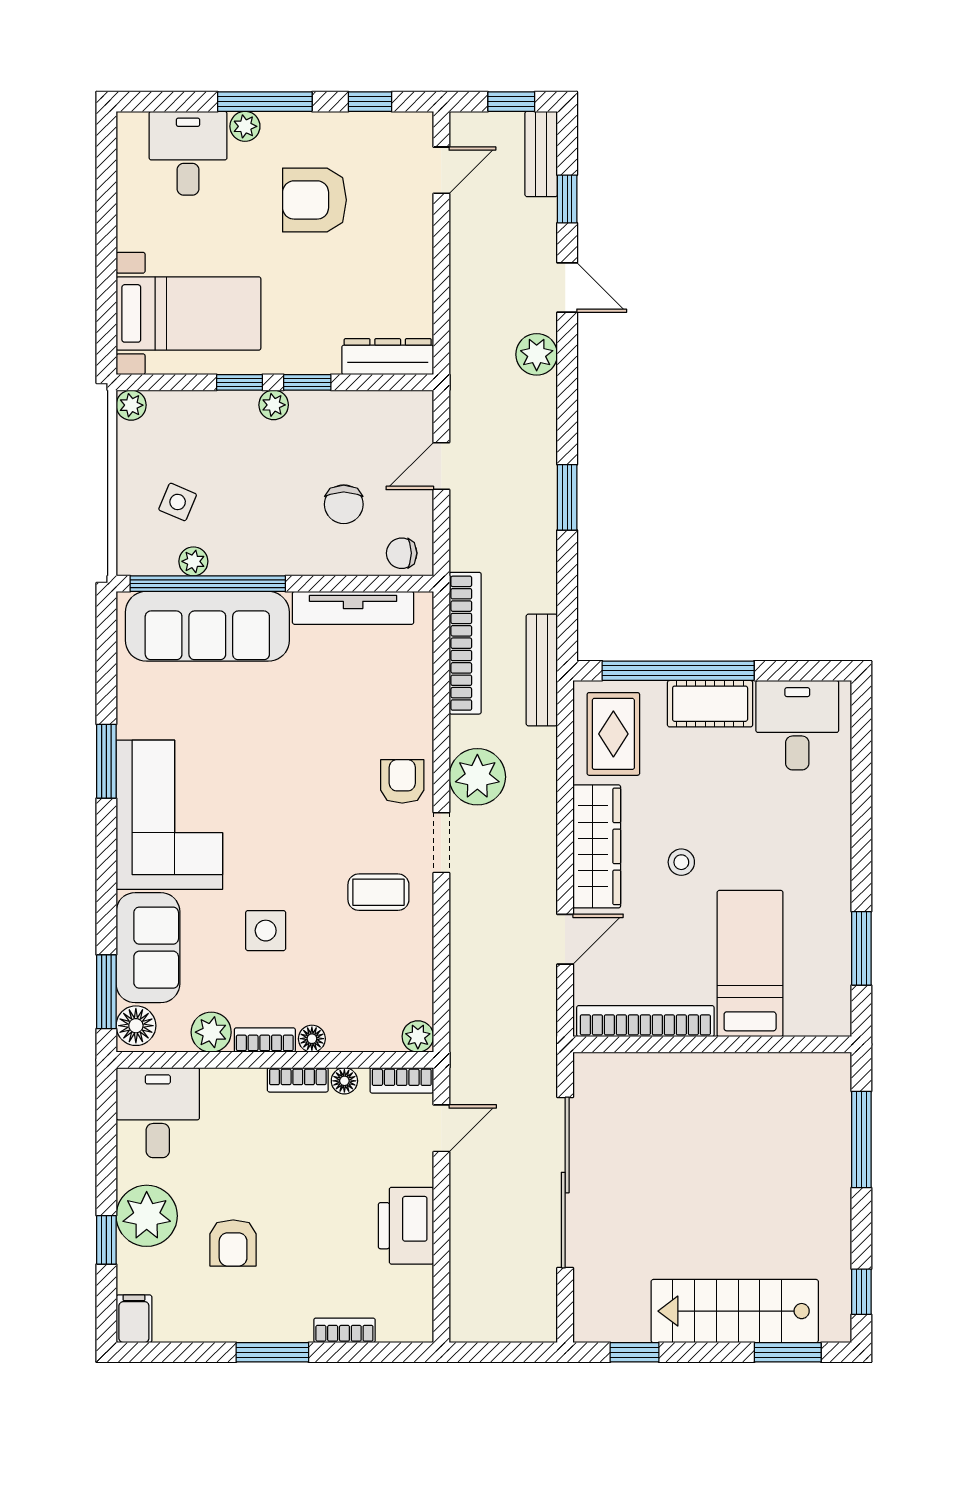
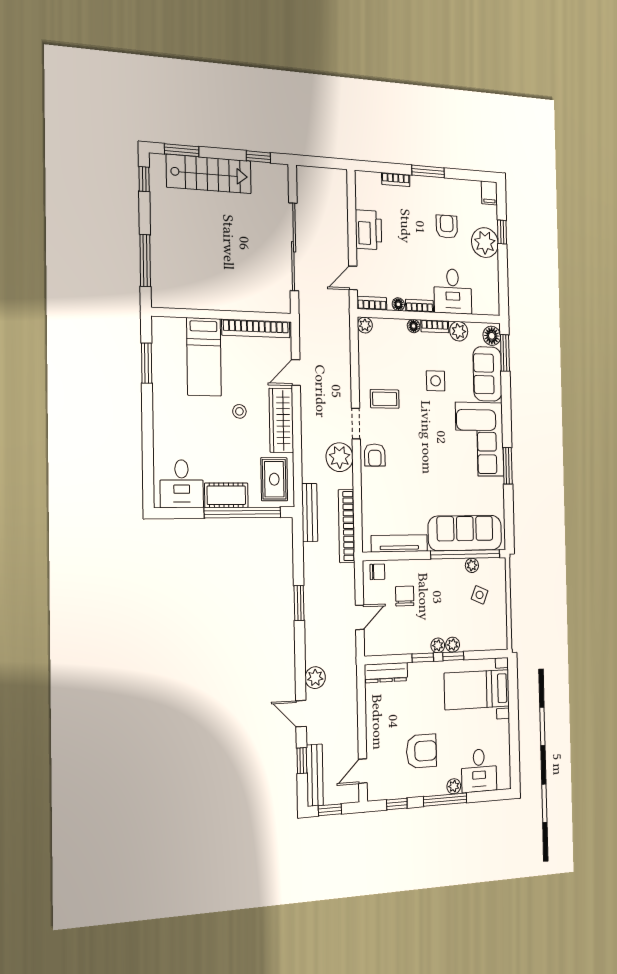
bench: (541, 154) -> (315, 775), width x1.36
plant: (131, 405) -> (453, 645), moved
desk: (158, 1113) -> (453, 291), moved

